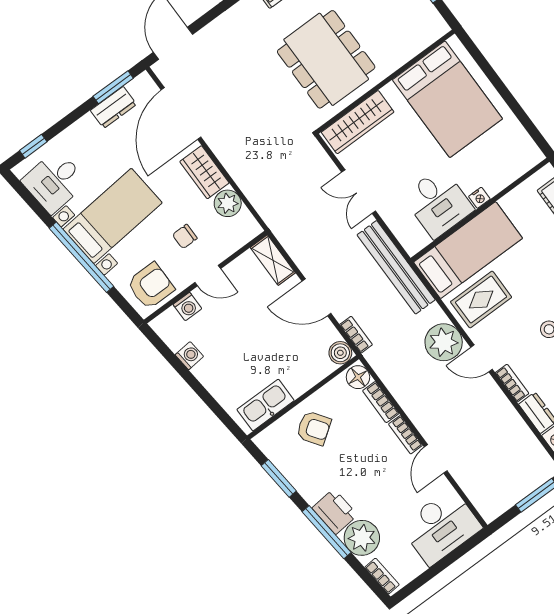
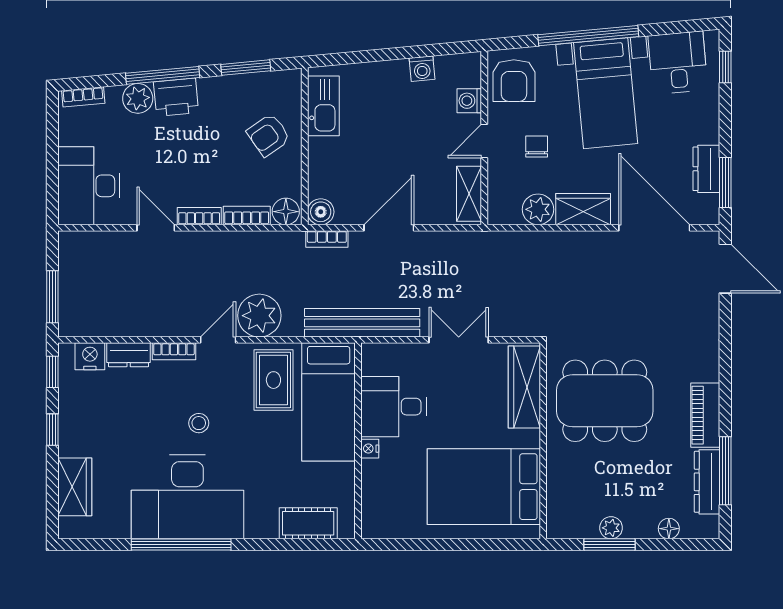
shelving: (273, 260) -> (469, 194), moved, turned 90
plant: (362, 538) -> (138, 98), width x0.73, depth x0.73

